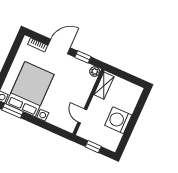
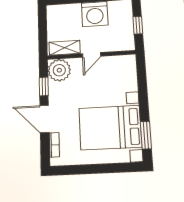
plant: (95, 72) -> (59, 70), width x1.87, depth x1.87
door: (82, 116) -> (92, 55), moved

